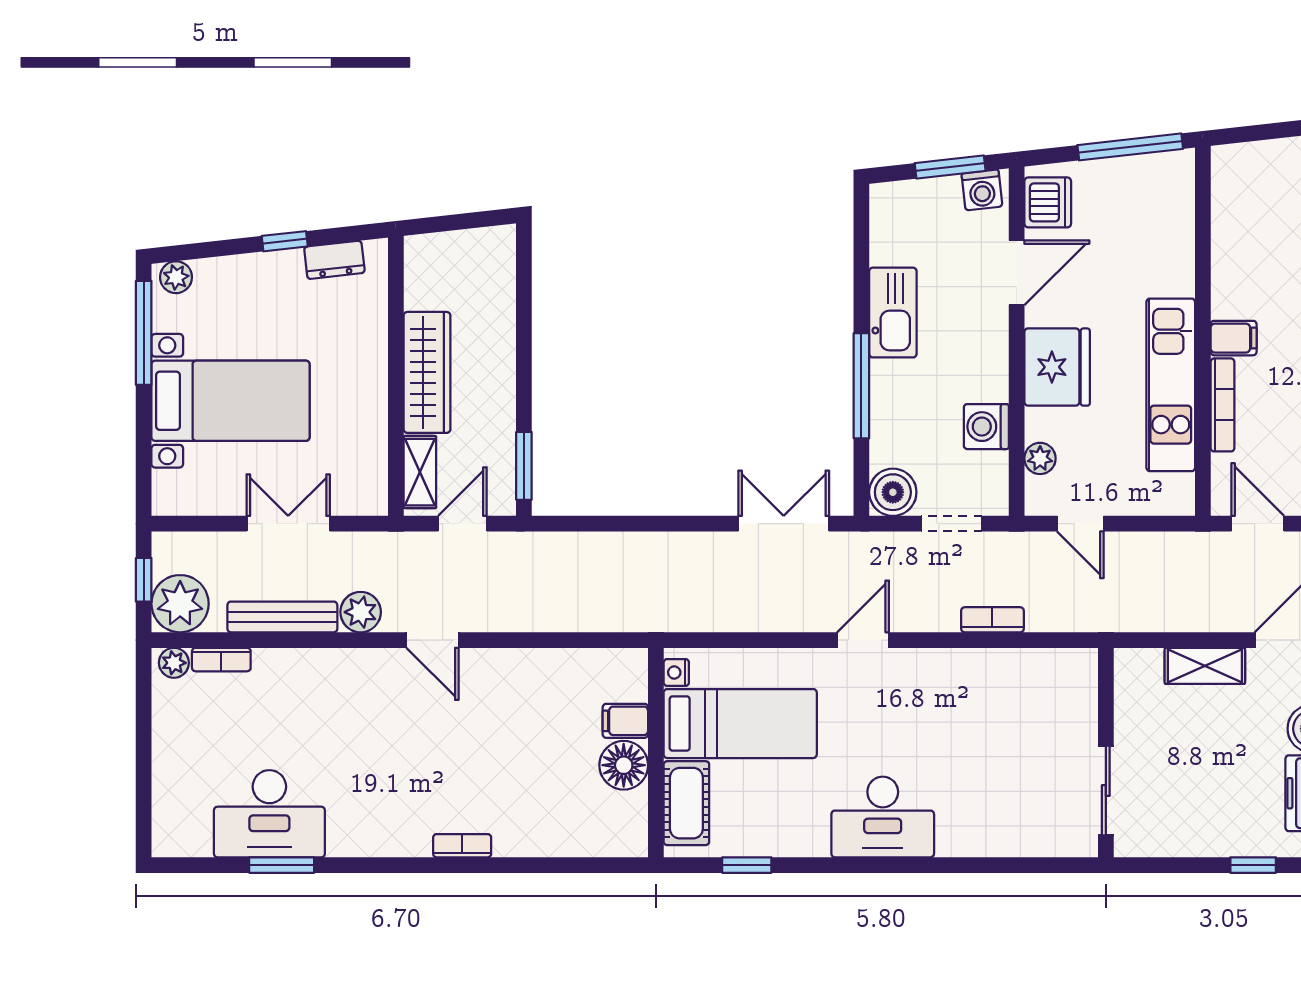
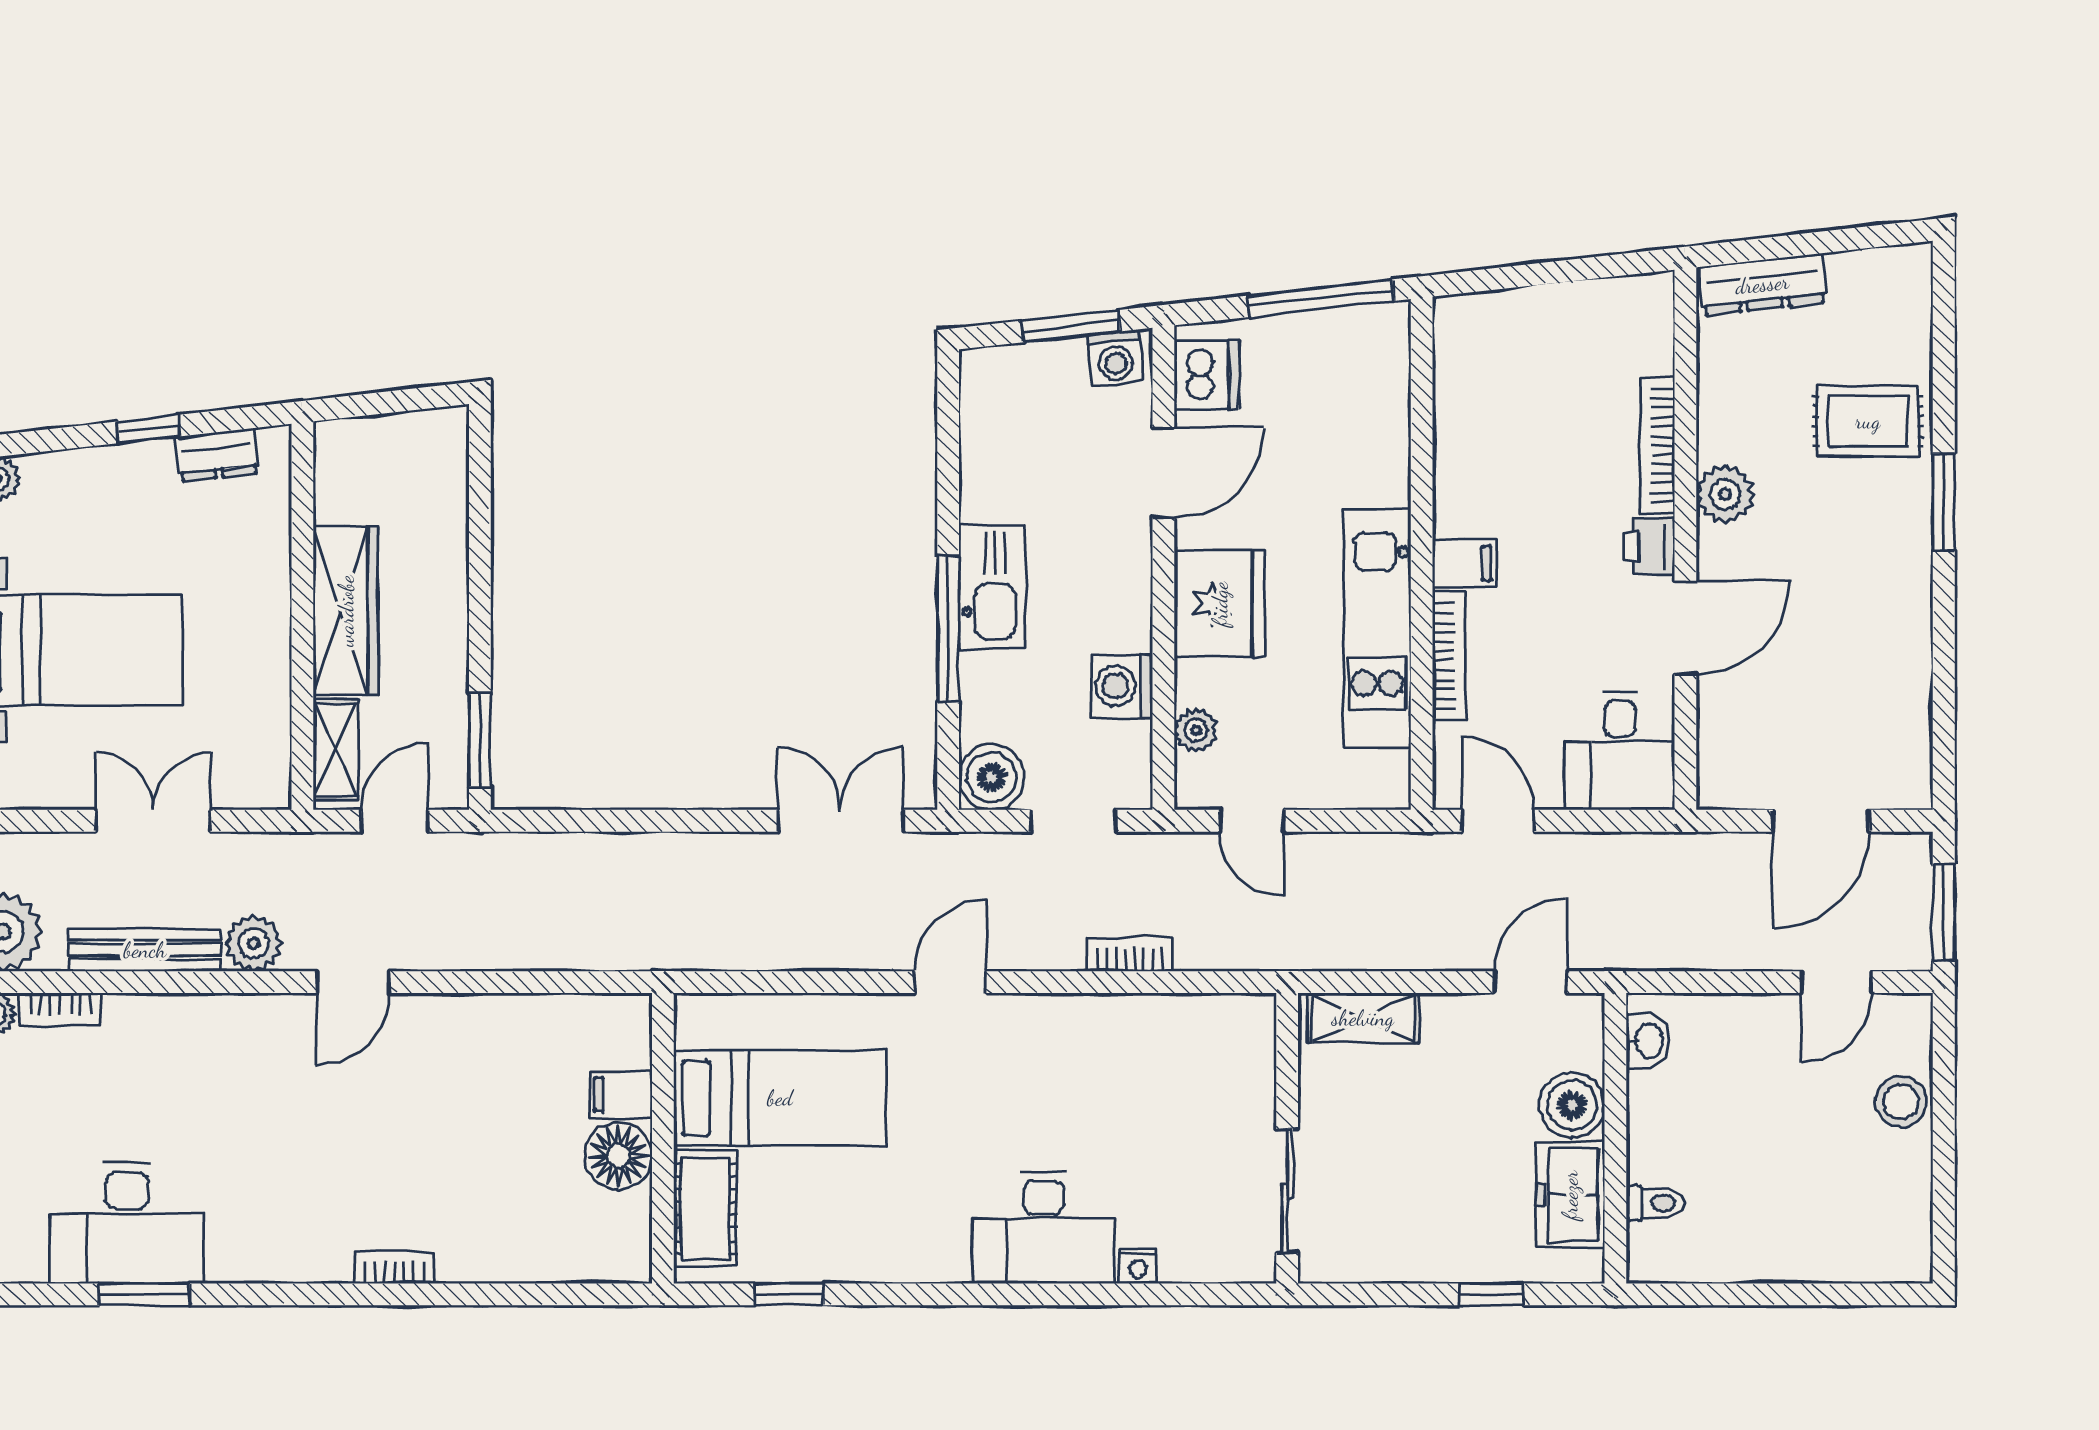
kitchen sink: (893, 313) -> (992, 587), moved
door: (432, 640) -> (353, 982), hinge flipped
shelving: (1205, 666) -> (1363, 1018), moved
nightstand: (676, 672) -> (1138, 1266), moved, turned -90
desk: (883, 817) -> (1043, 1228), moved

